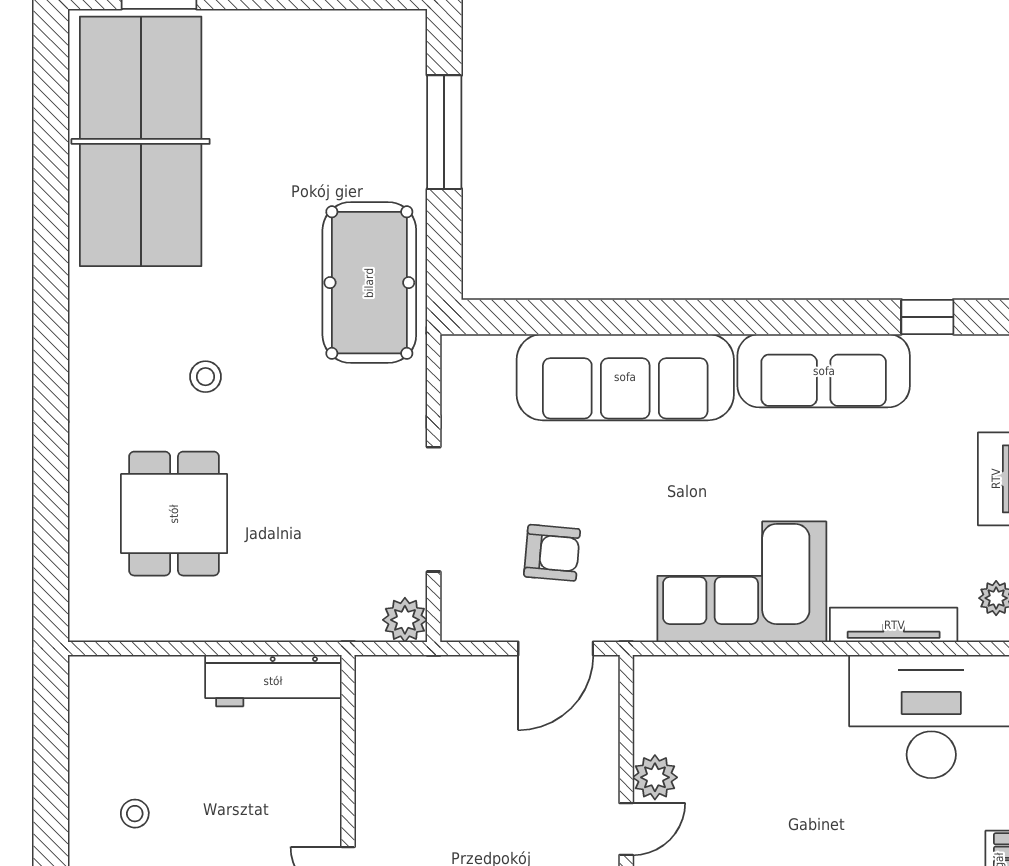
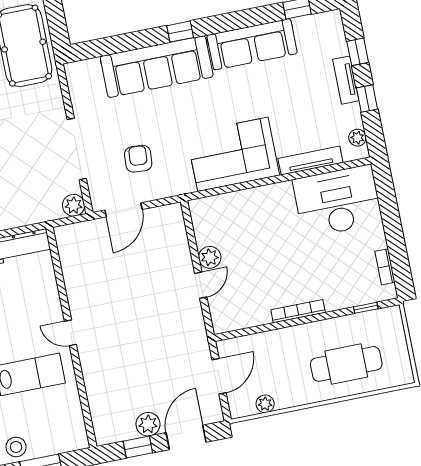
window: (686, 317) -> (180, 32), added
armchair: (552, 553) -> (138, 159), turned -91
door: (556, 649) -> (123, 210), moved

